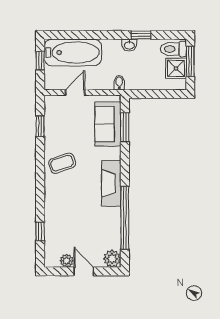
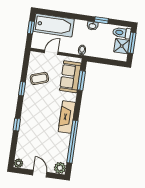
window: (40, 126) -> (22, 89), moved
coffee table: (62, 163) -> (39, 78), moved
window: (40, 231) -> (17, 125), moved
plant: (67, 261) -> (18, 163), moved

